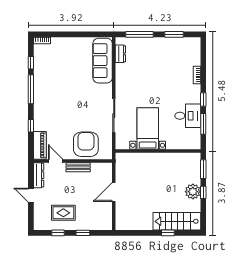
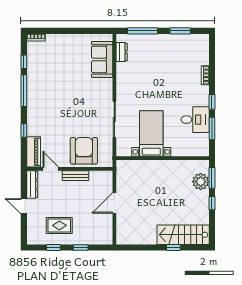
sofa: (103, 61) -> (102, 59), width x0.73
plant: (193, 192) -> (201, 182), moved

